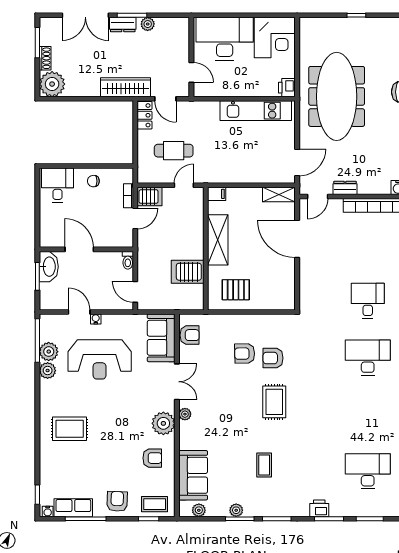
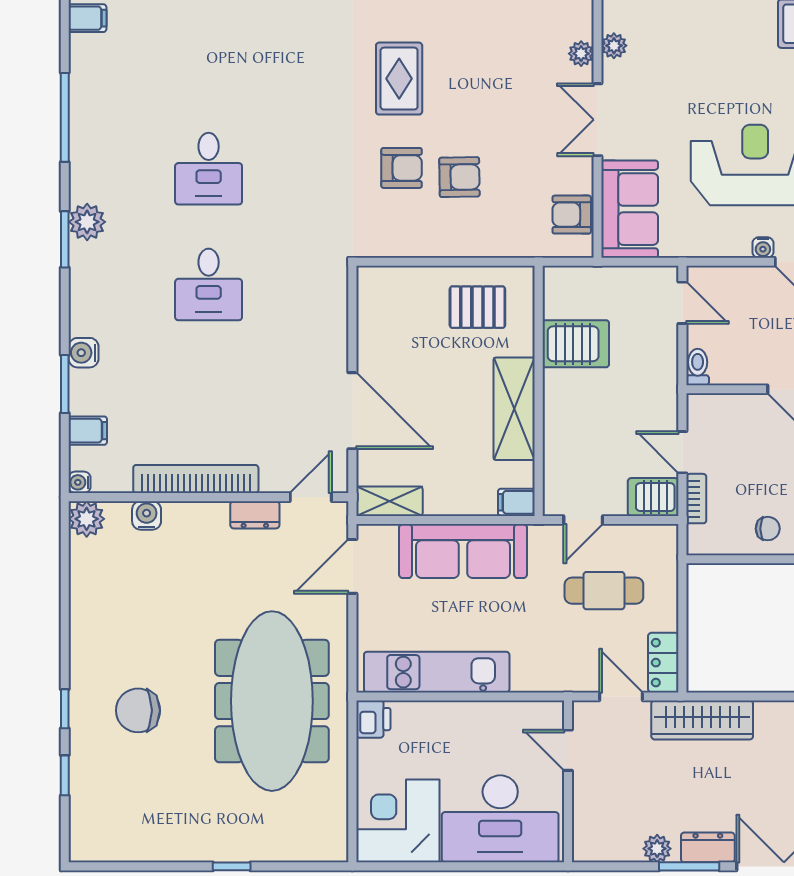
sofa: (243, 170) -> (463, 551), added
door: (135, 219) -> (682, 452), hinge flipped
desk: (368, 358) -> (209, 169), width x0.73
plant: (163, 423) -> (614, 46), width x0.53, depth x0.53

